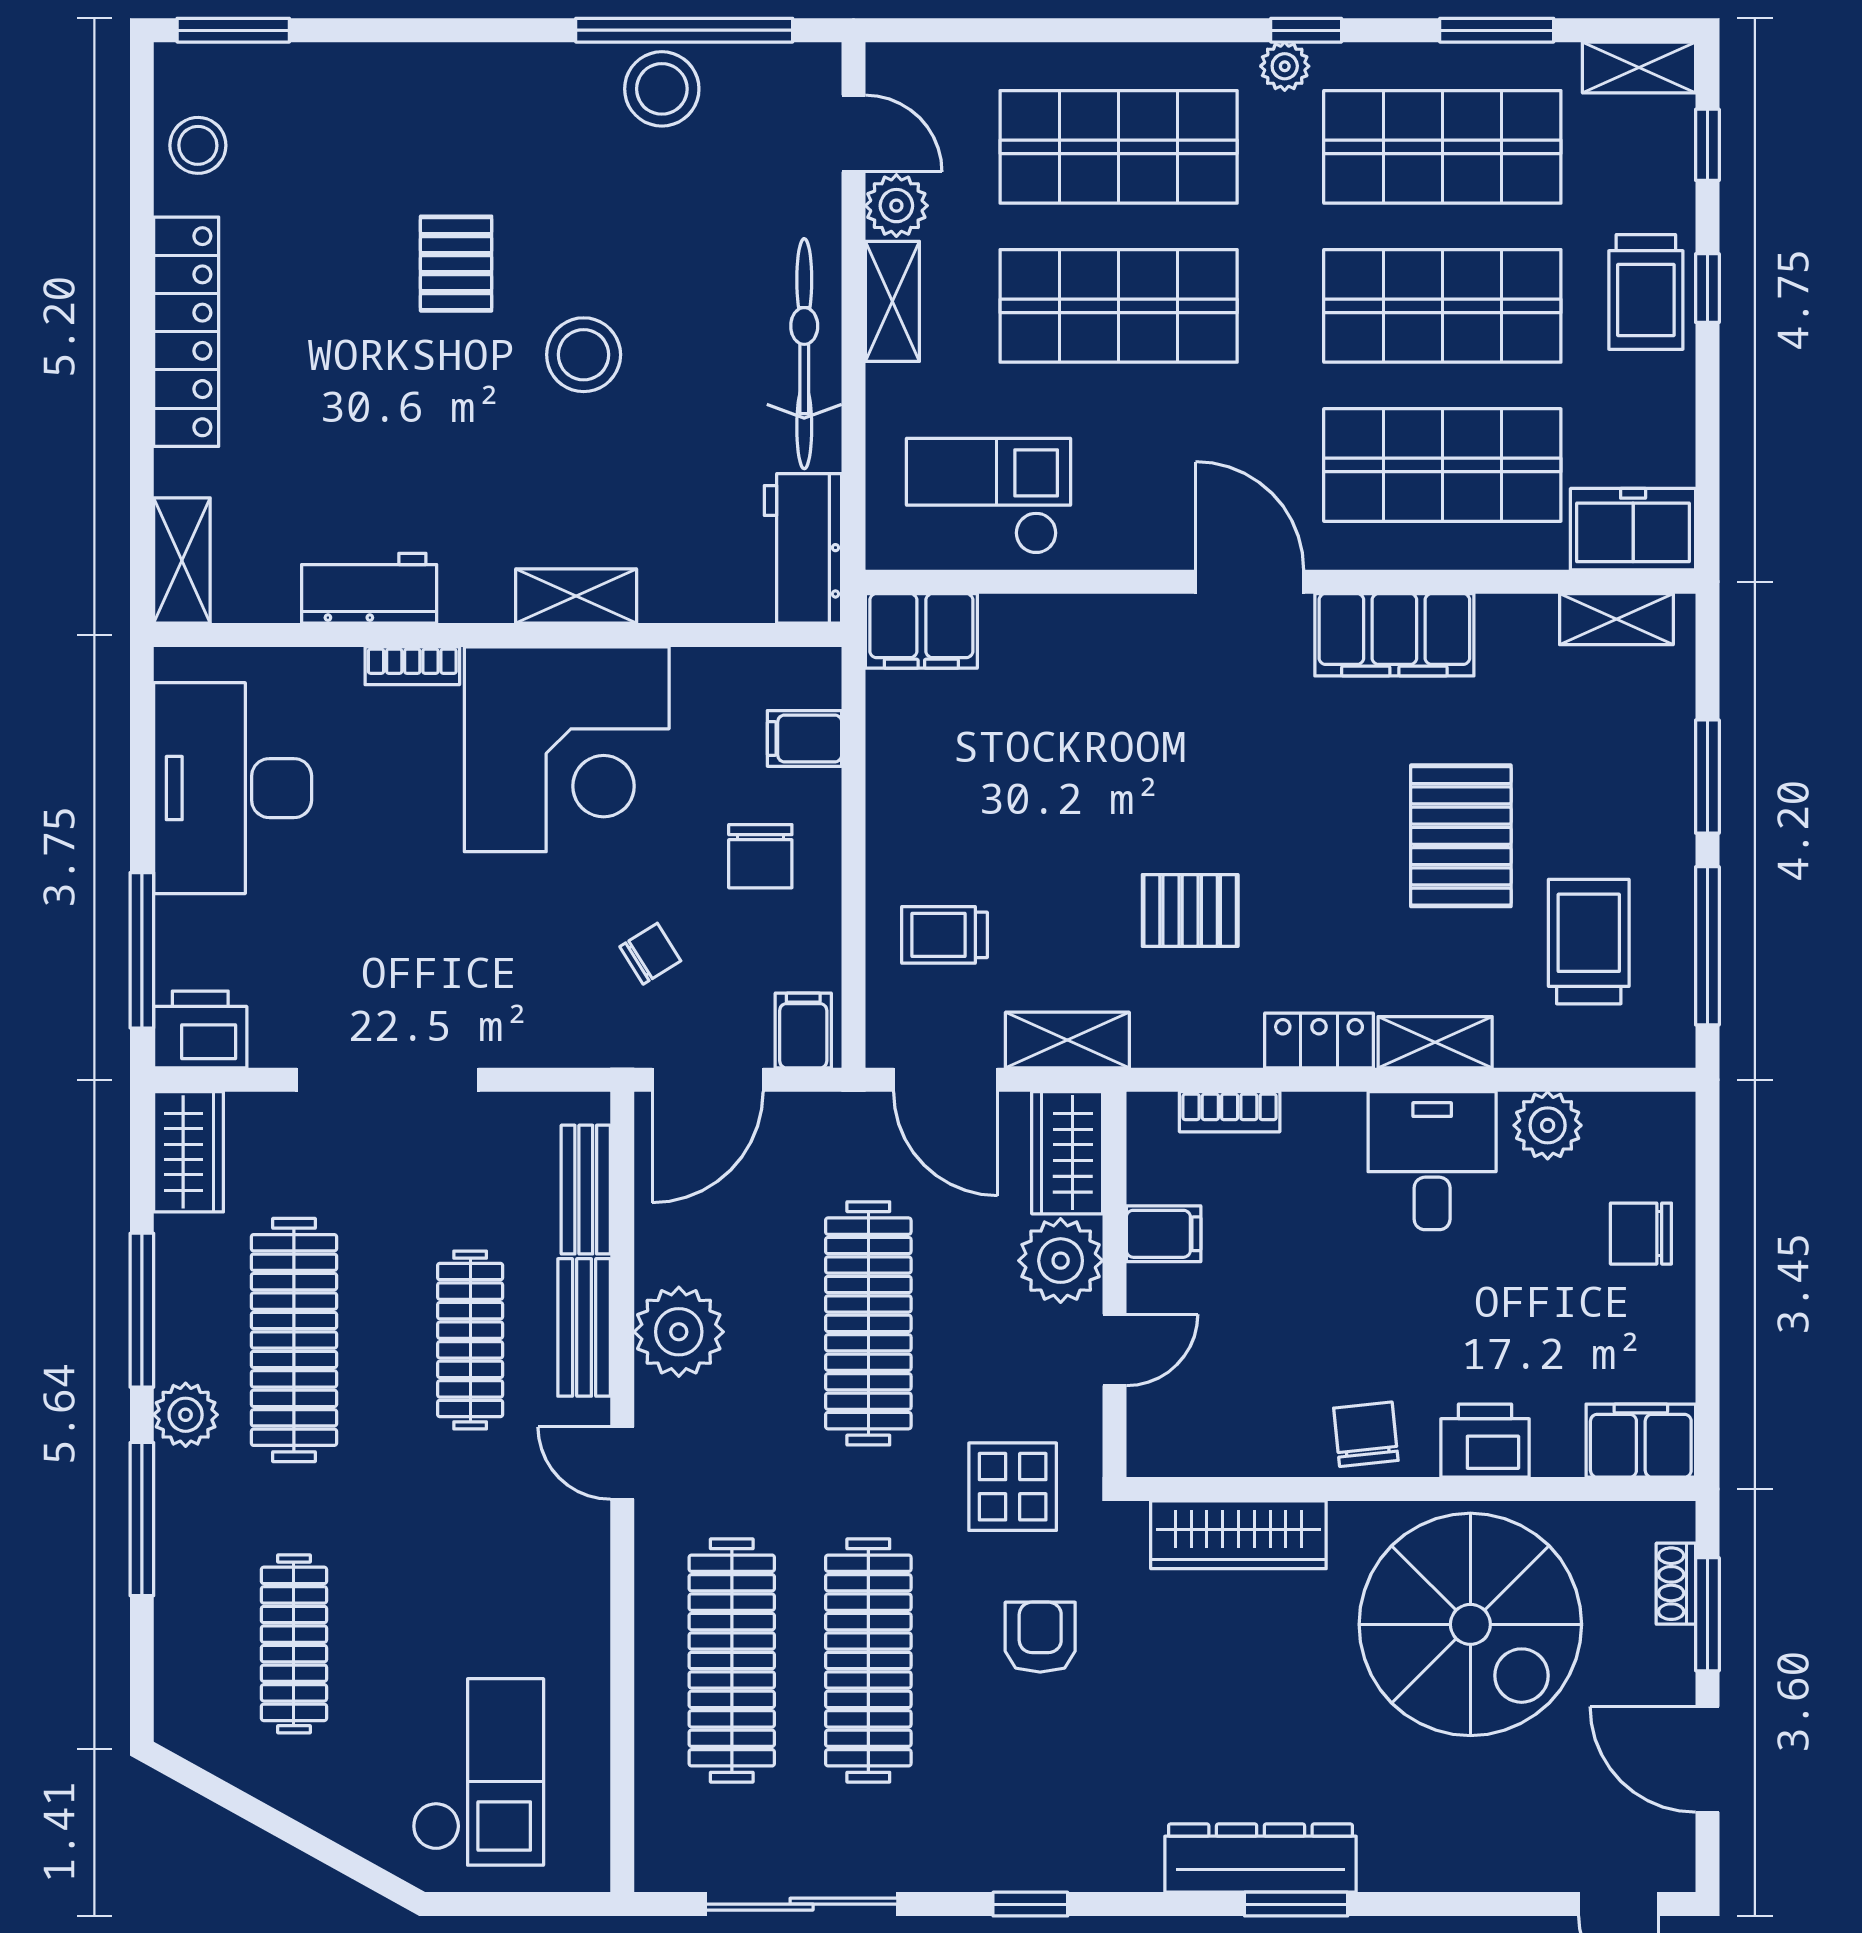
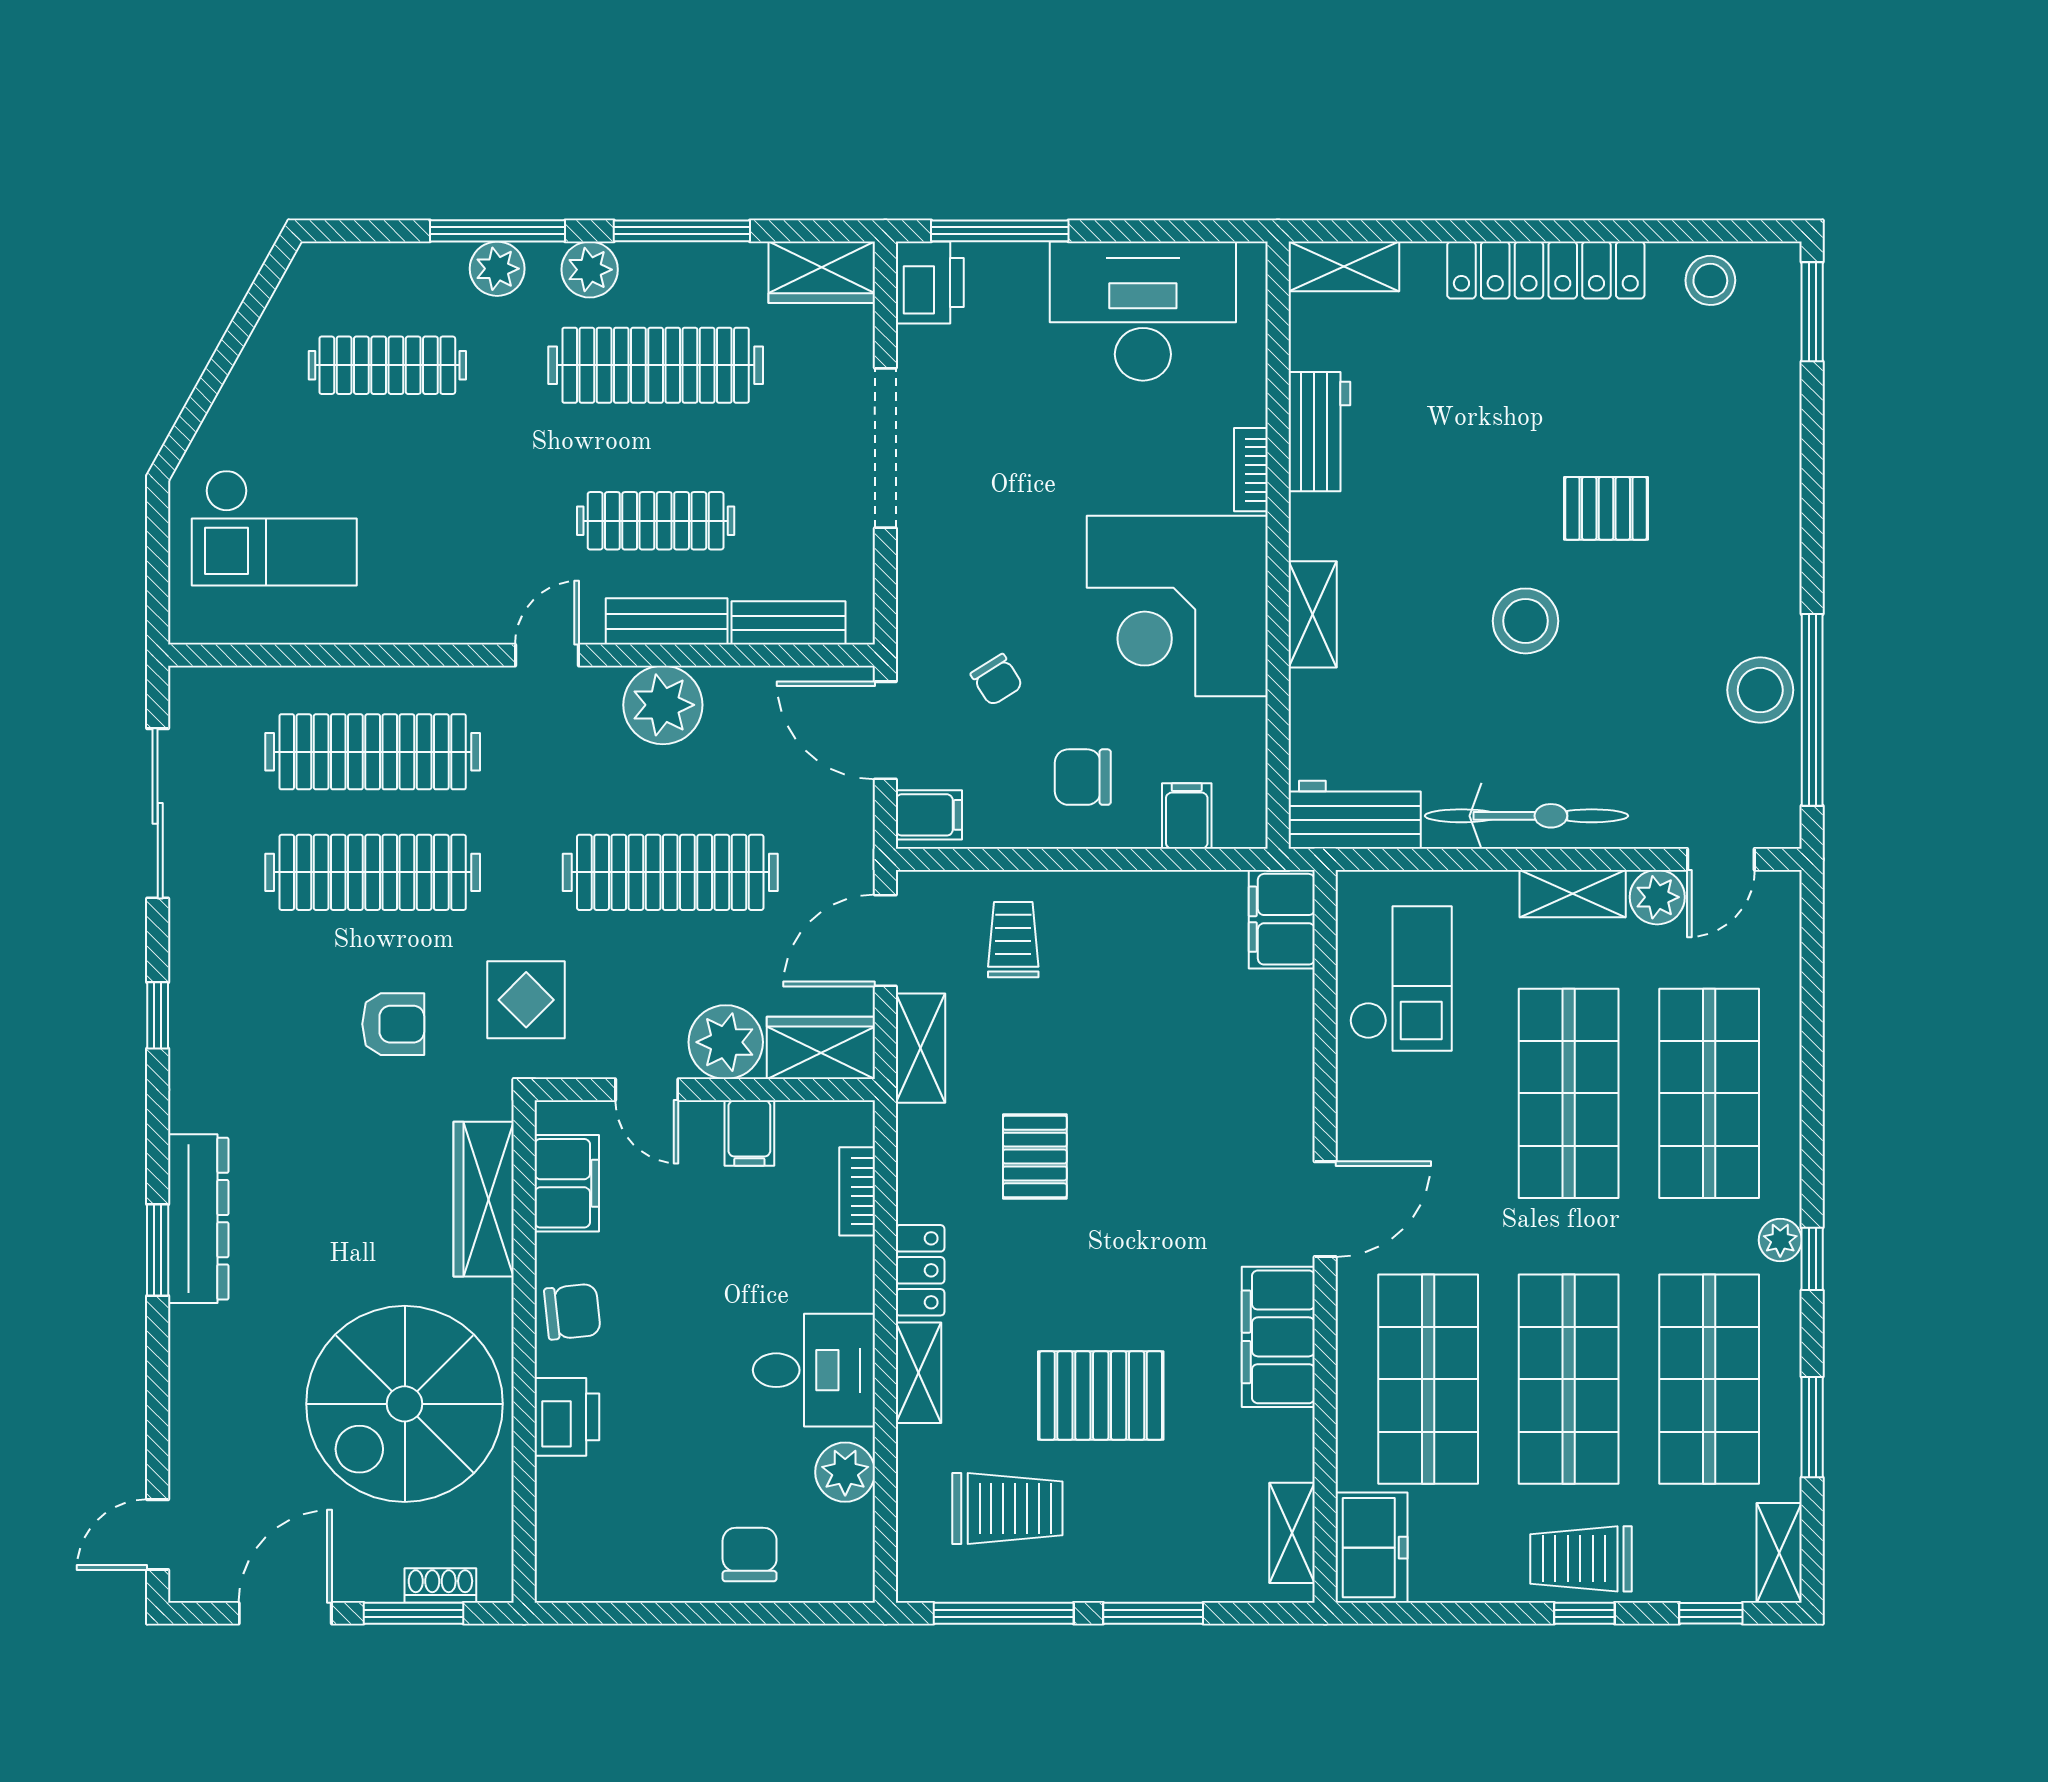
filing cabinet: (1641, 1441) -> (567, 1183), moved
plant: (185, 1519) -> (497, 269), added

